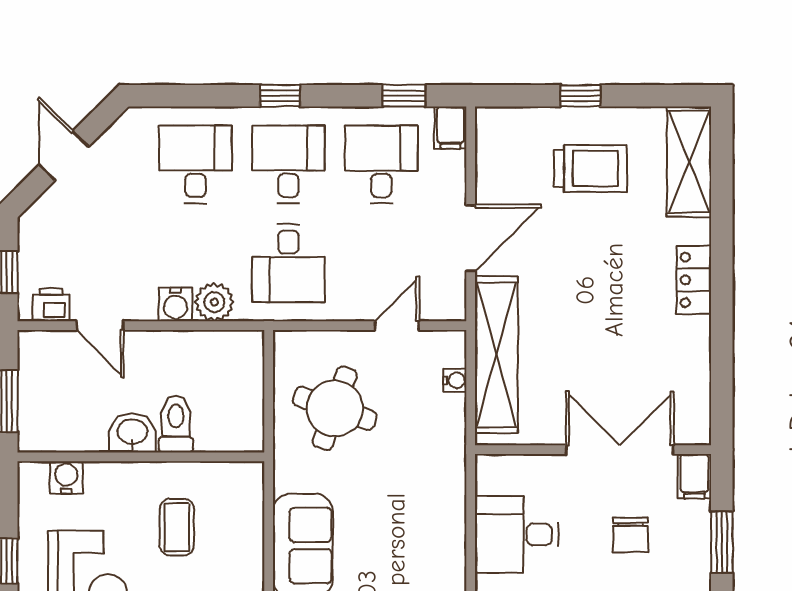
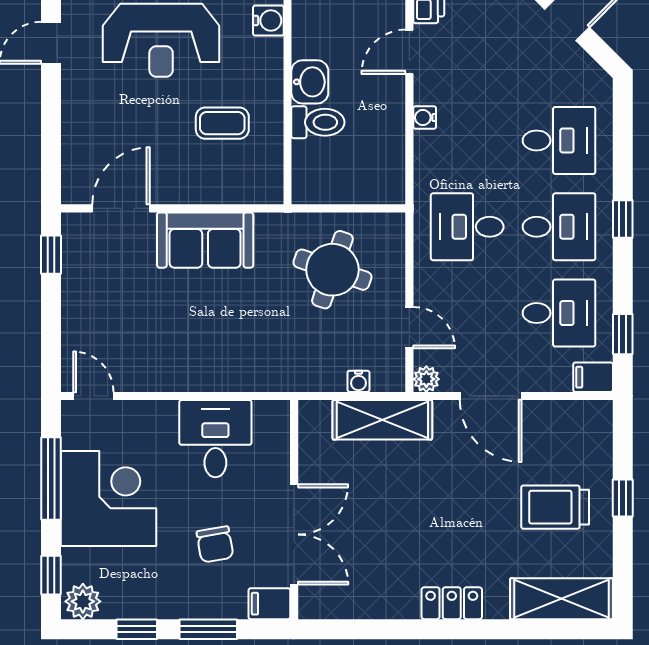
trolley: (590, 169) -> (555, 507), turned 90
plant: (214, 302) -> (426, 379), moved, width x0.73, depth x0.73
water cooler: (175, 304) -> (425, 118), width x0.72, depth x0.72
shelving: (496, 355) -> (382, 420), width x0.68
chair: (631, 535) -> (215, 544), turned -100

